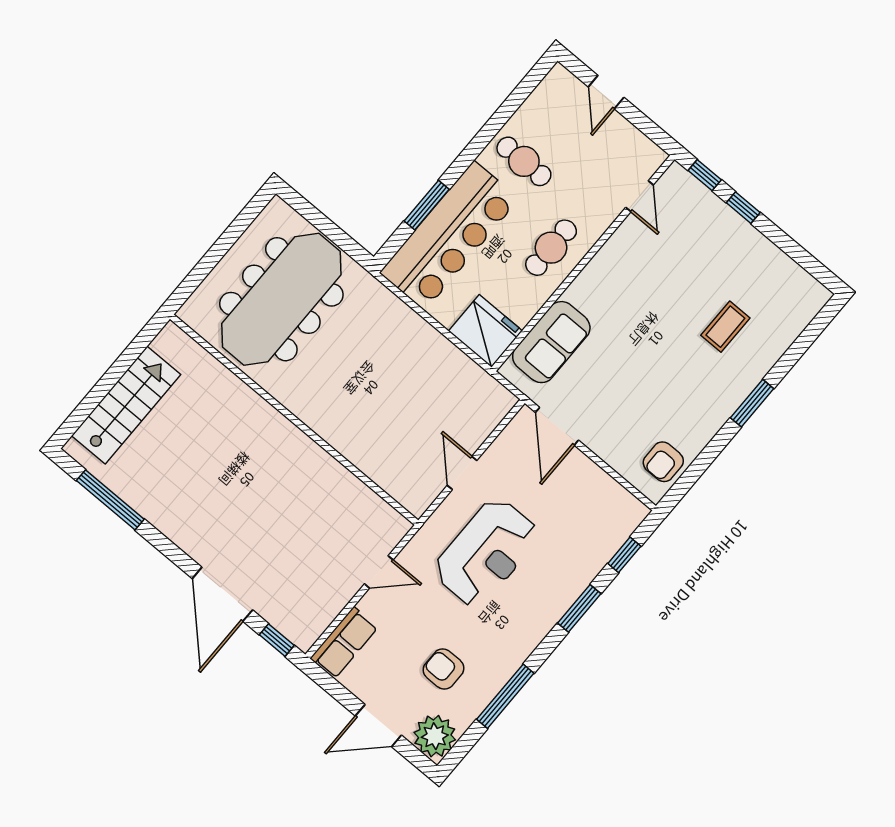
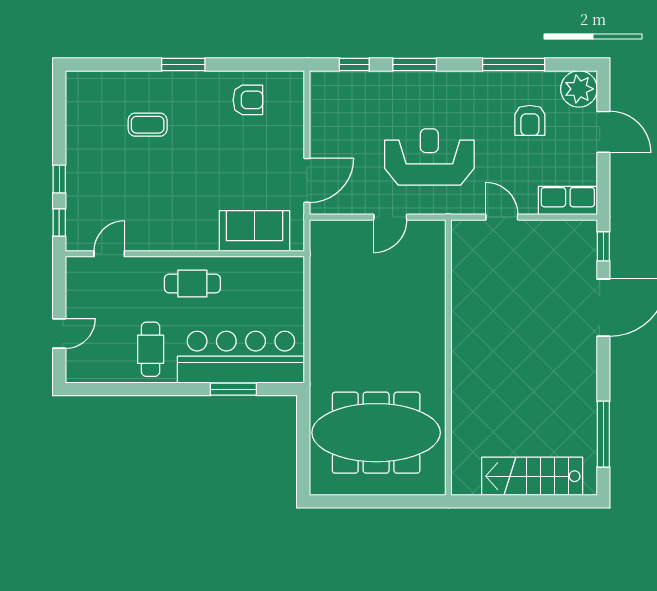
fridge: (485, 331) -> (284, 281), removed
armchair: (663, 462) -> (248, 100), moved

